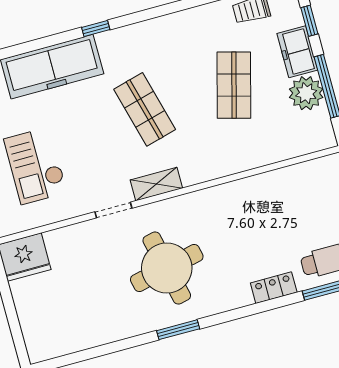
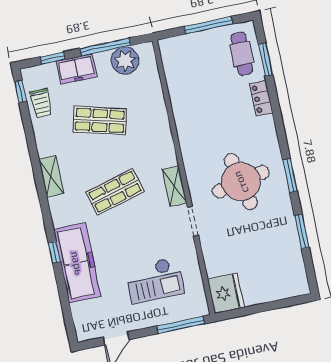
shelving: (160, 28) -> (51, 176), added
window: (96, 29) -> (54, 252), moved
plant: (306, 93) -> (125, 61), moved
window: (108, 349) -> (302, 232), added

